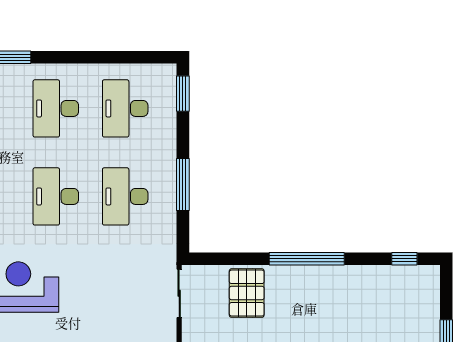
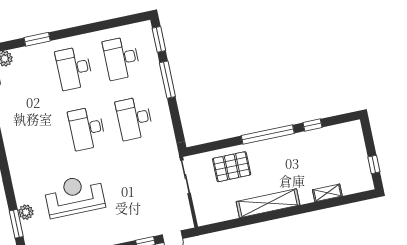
window: (183, 184) -> (167, 80), moved
window: (404, 259) -> (312, 125), moved
pallet: (247, 293) -> (232, 167), turned 90

